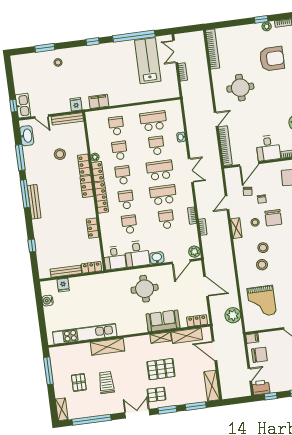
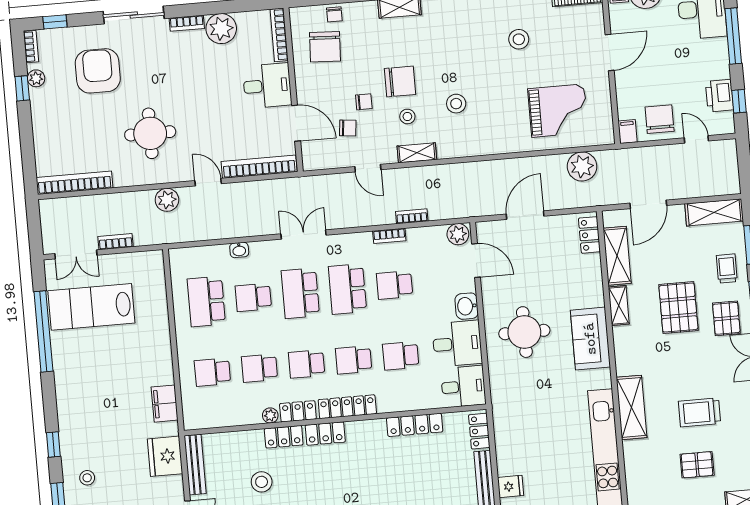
window: (93, 42) -> (53, 444), moved
plant: (206, 98) -> (167, 200), added
fridge: (76, 104) -> (165, 456), width x1.88, depth x1.34
locker: (93, 228) -> (415, 425), width x1.53
stool: (262, 265) -> (488, 107), removed
sofa: (163, 321) -> (590, 339), moved
printer: (261, 387) -> (720, 96), moved
trolley: (183, 394) -> (727, 269), added

